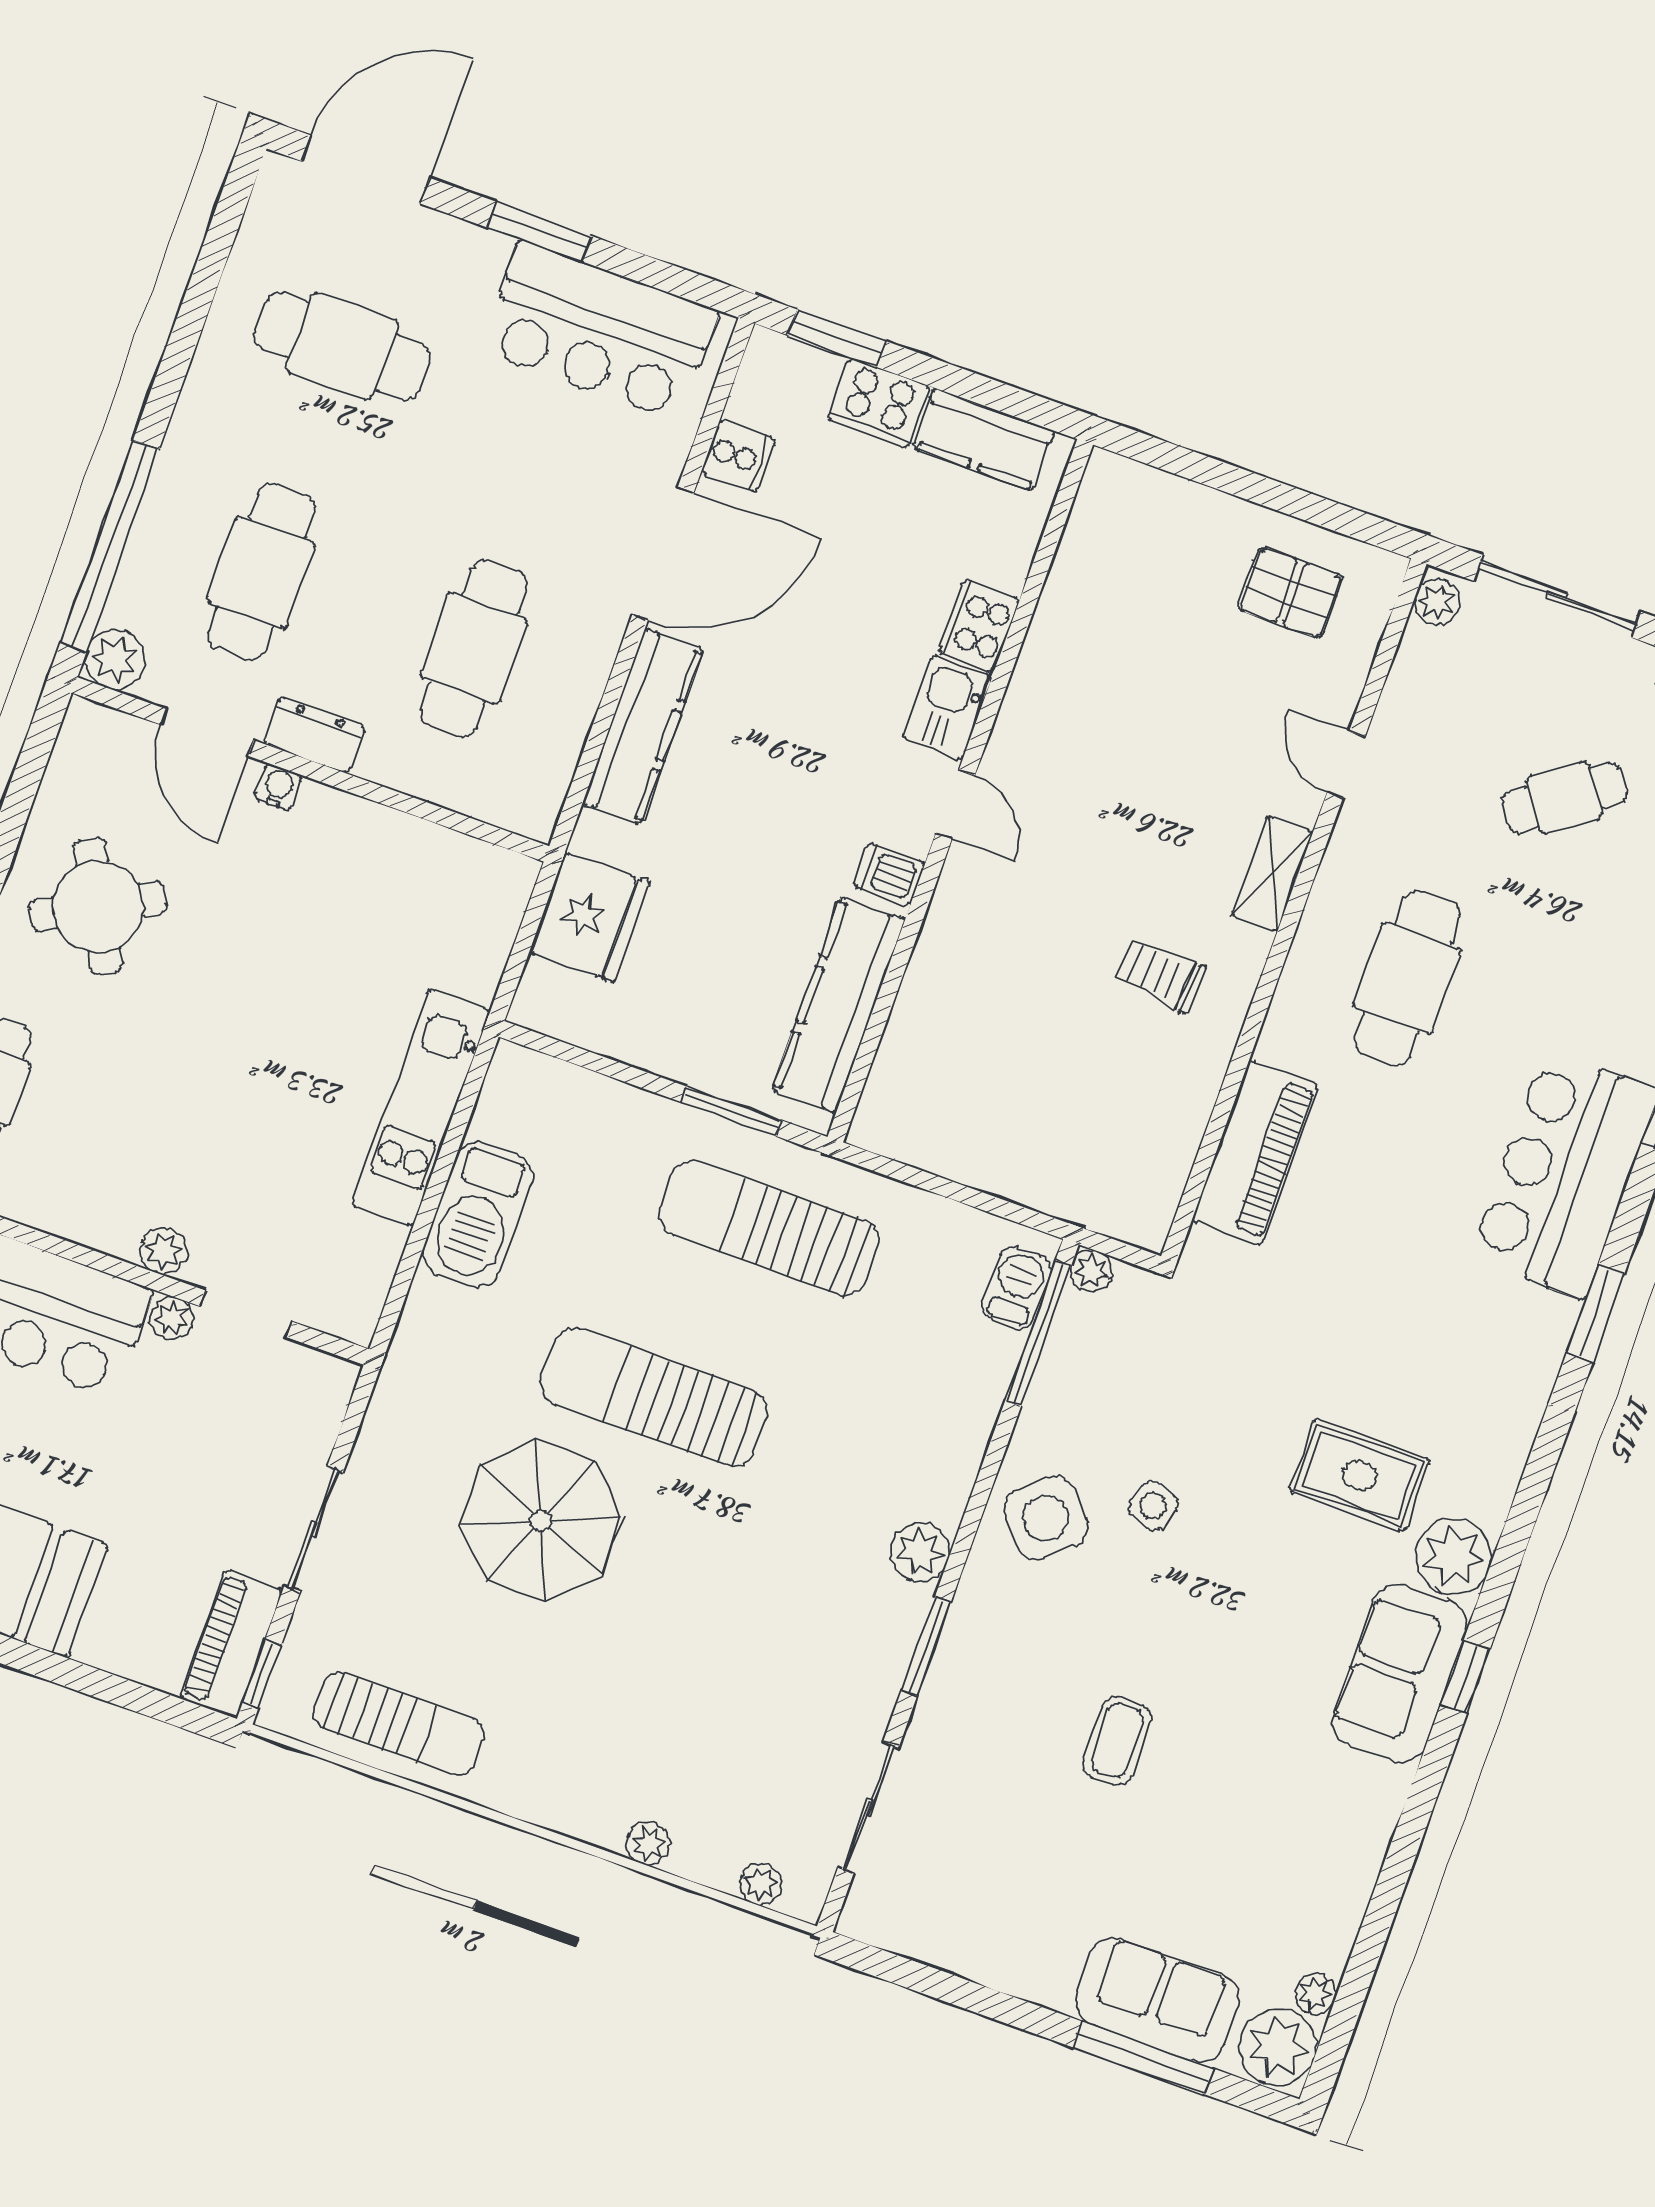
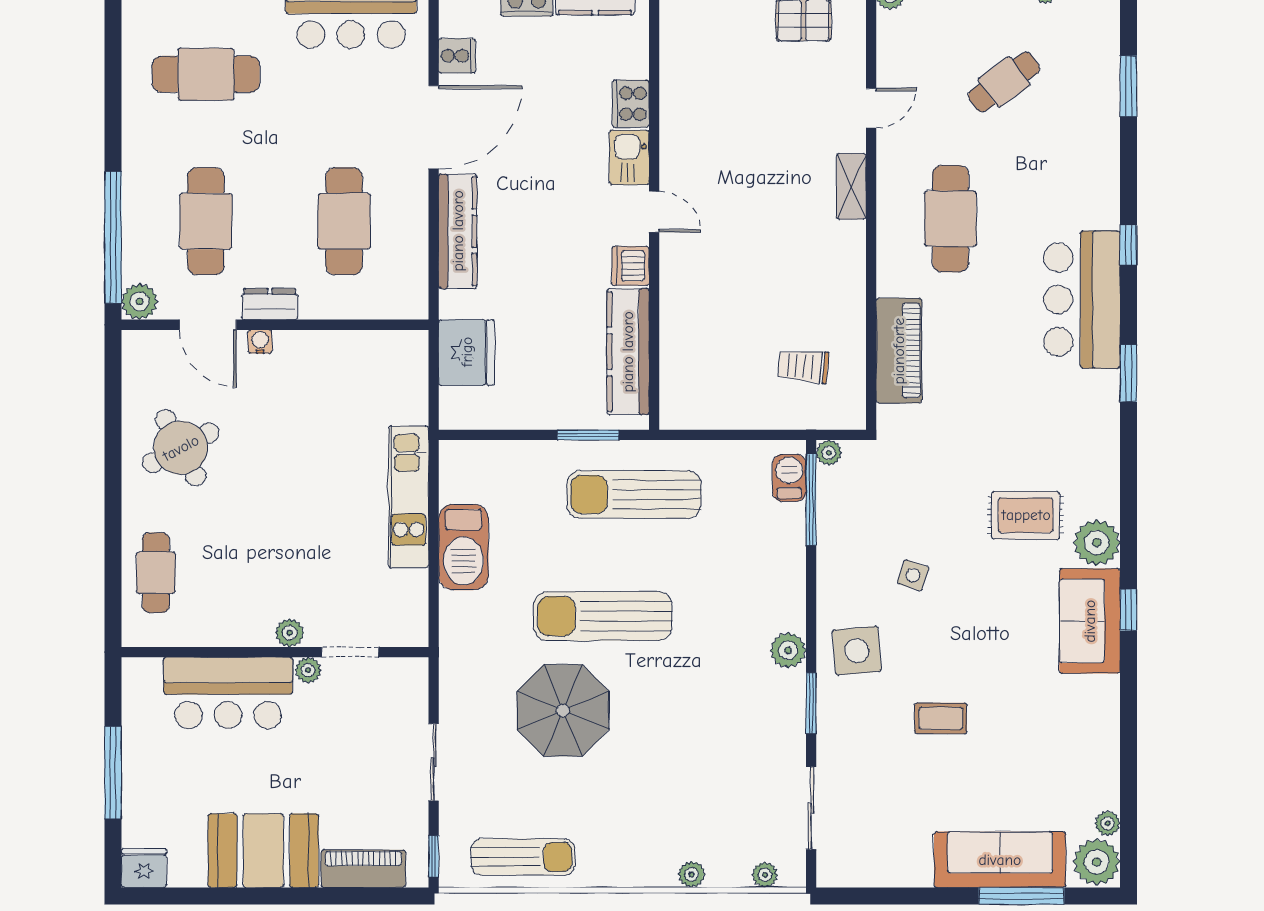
door: (1346, 765) -> (871, 108), swing flipped
dishwasher: (889, 875) -> (631, 266), width x1.38
trolley: (1159, 974) -> (803, 366), moved
side table: (1046, 1518) -> (857, 651), moved, turned 36
piano: (231, 1644) -> (363, 869), moved, turned 90
coffee table: (1117, 1741) -> (941, 718), turned 90
sofa: (1157, 2000) -> (1000, 860), width x1.36

